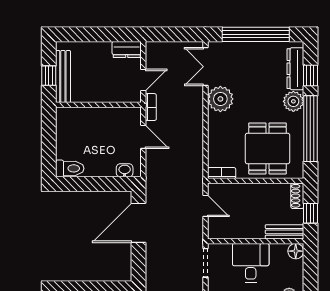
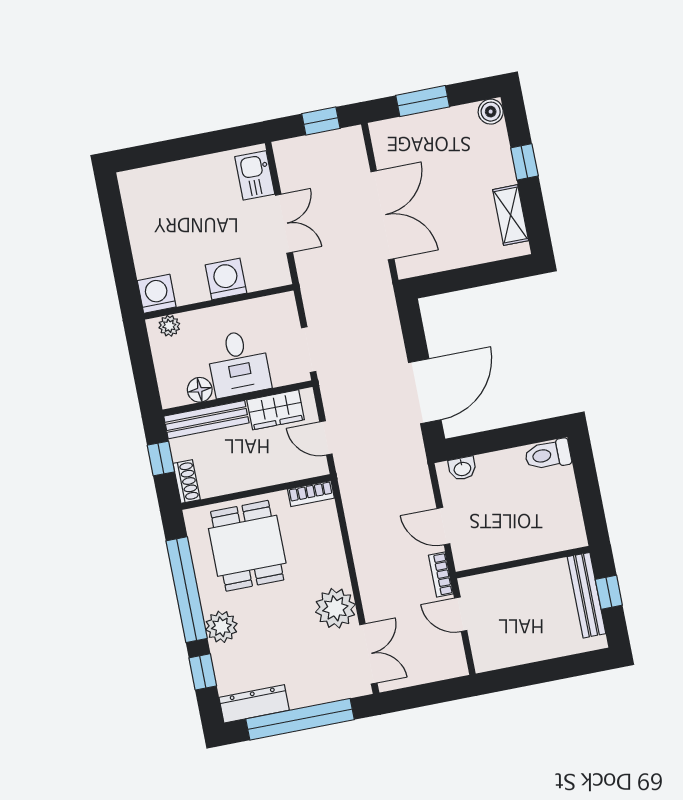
dresser: (127, 49) -> (496, 657), removed
dresser: (295, 69) -> (254, 704), moved, turned -90
door: (143, 80) -> (461, 614), hinge flipped
wardrobe: (233, 229) -> (276, 410), added
bench: (284, 232) -> (206, 420), width x1.36
floor lamp: (296, 251) -> (200, 390), moved

